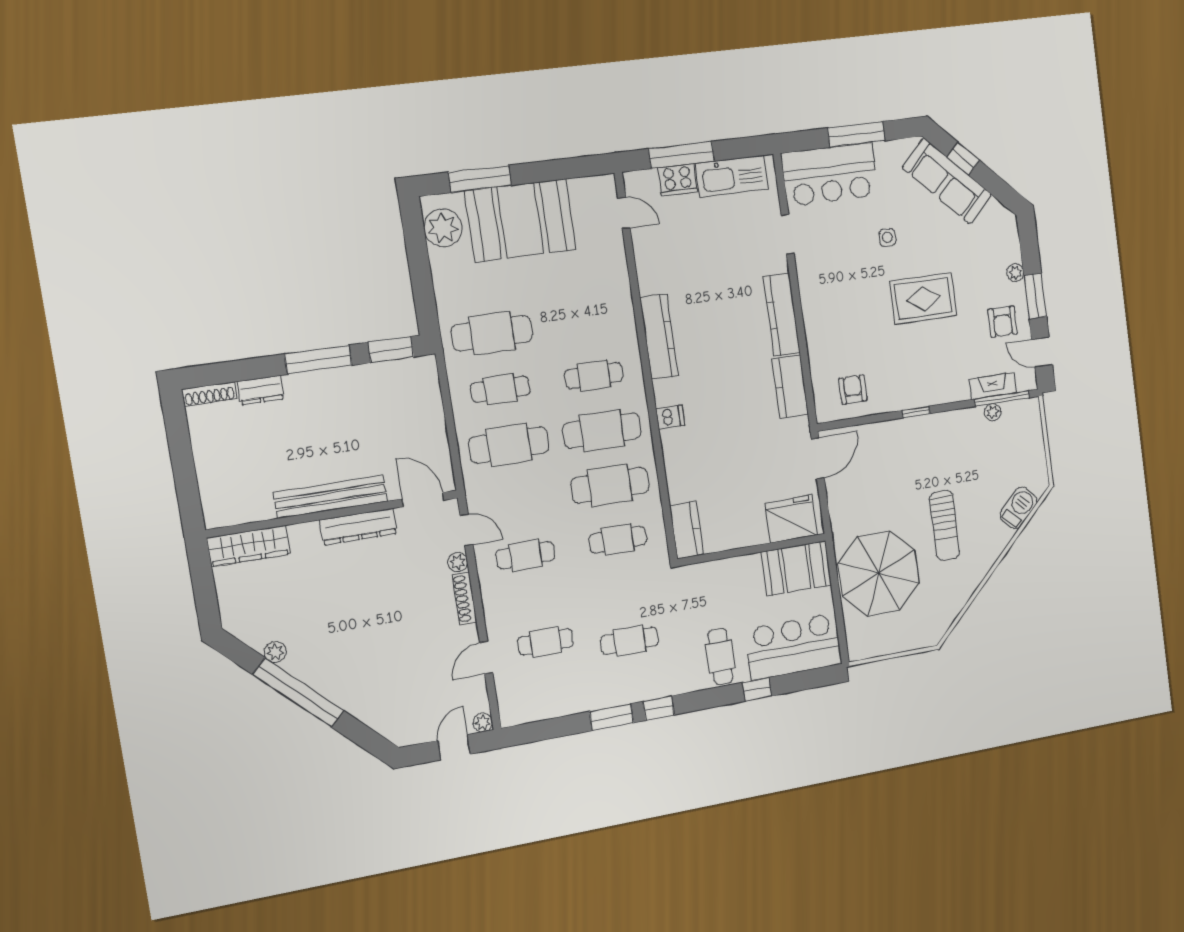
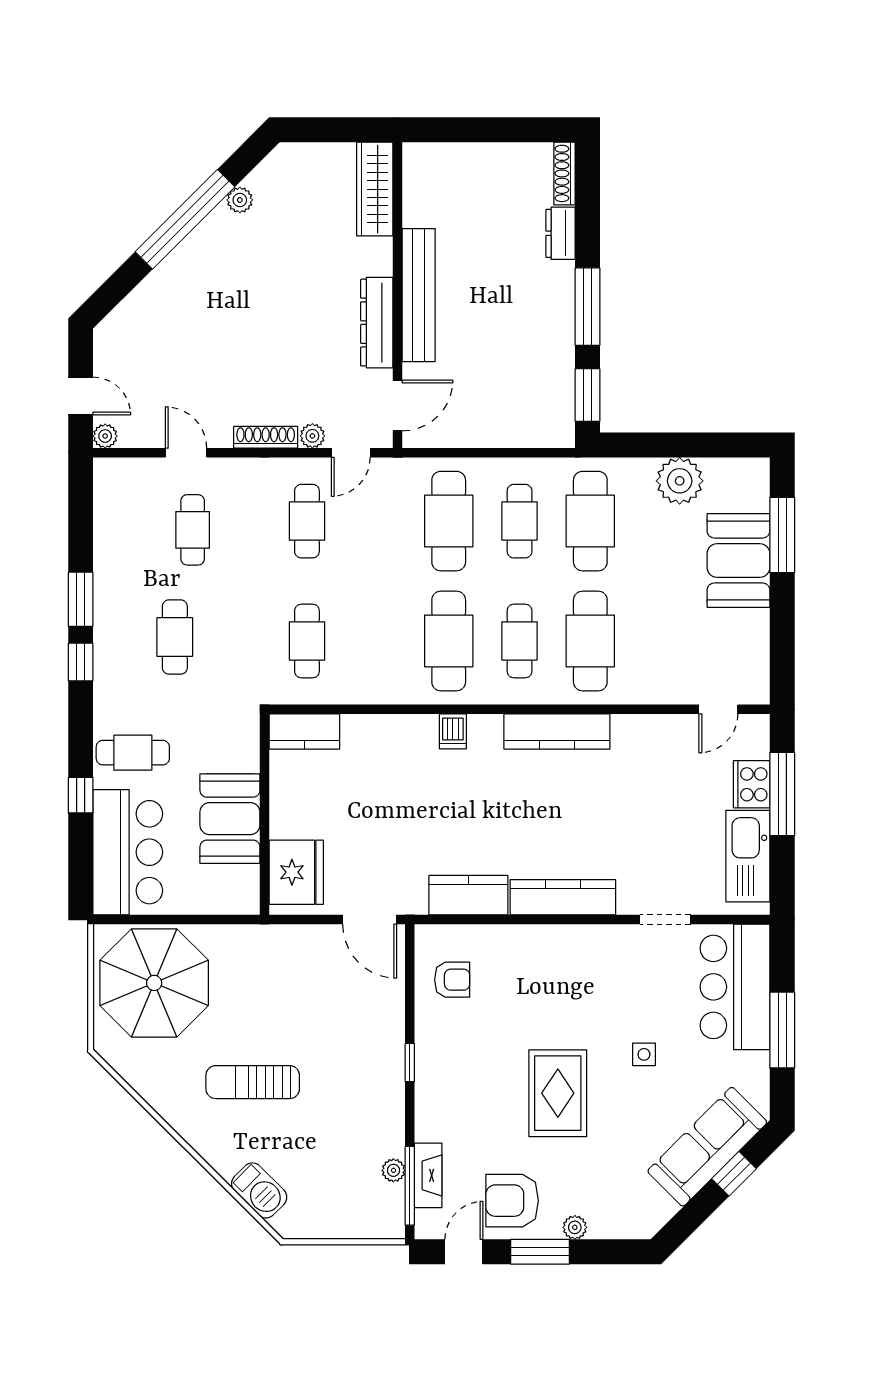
booth: (520, 220) -> (738, 561), width x0.73, depth x0.70
plant: (443, 228) -> (680, 481), moved
armchair: (1003, 322) -> (512, 1201), width x1.38, depth x1.38
cafe table: (610, 485) -> (590, 641), moved
booth: (796, 569) -> (230, 819), moved
parasol: (879, 573) -> (154, 983), moved

